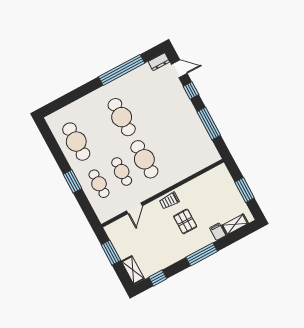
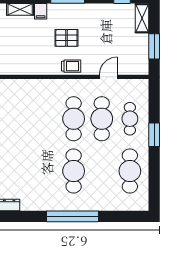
window: (122, 70) -> (73, 216), moved
cafe table: (122, 172) -> (102, 119), width x1.37, depth x1.35
pallet: (185, 221) -> (66, 38), turned 90

